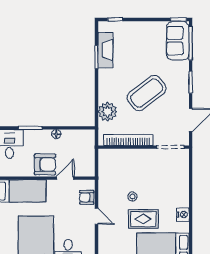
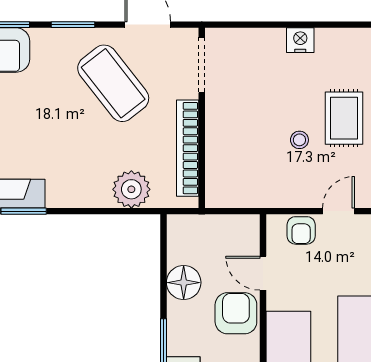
coffee table: (147, 93) -> (113, 83), moved
floor lamp: (56, 134) -> (184, 283), width x1.89, depth x1.89
nightstand: (183, 215) -> (300, 40), moved

